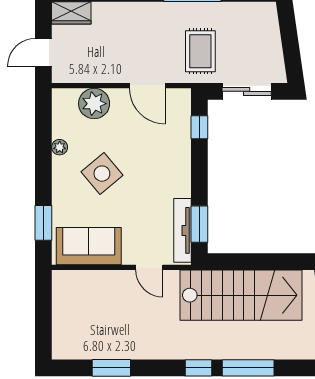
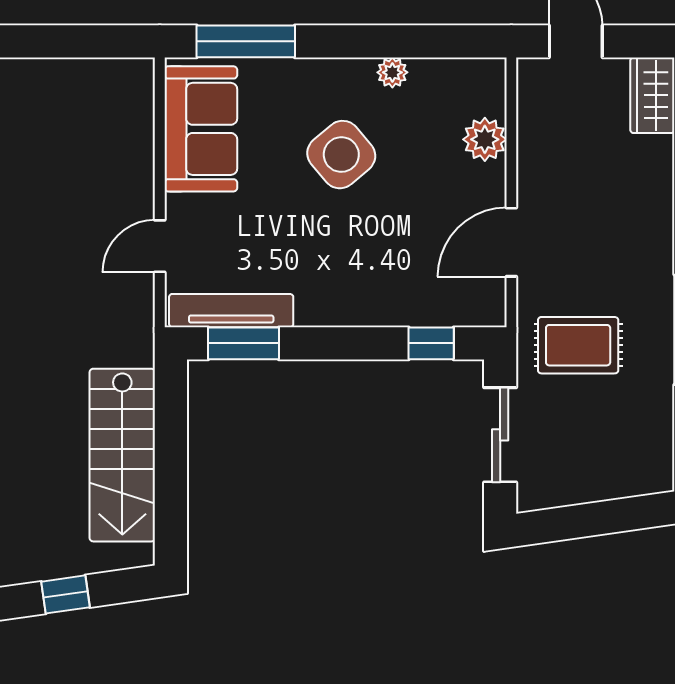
plant: (94, 104) -> (485, 139), width x0.73, depth x0.73
window: (43, 223) -> (246, 41), width x1.44
stairs: (241, 295) -> (122, 455), width x0.73, depth x0.66

